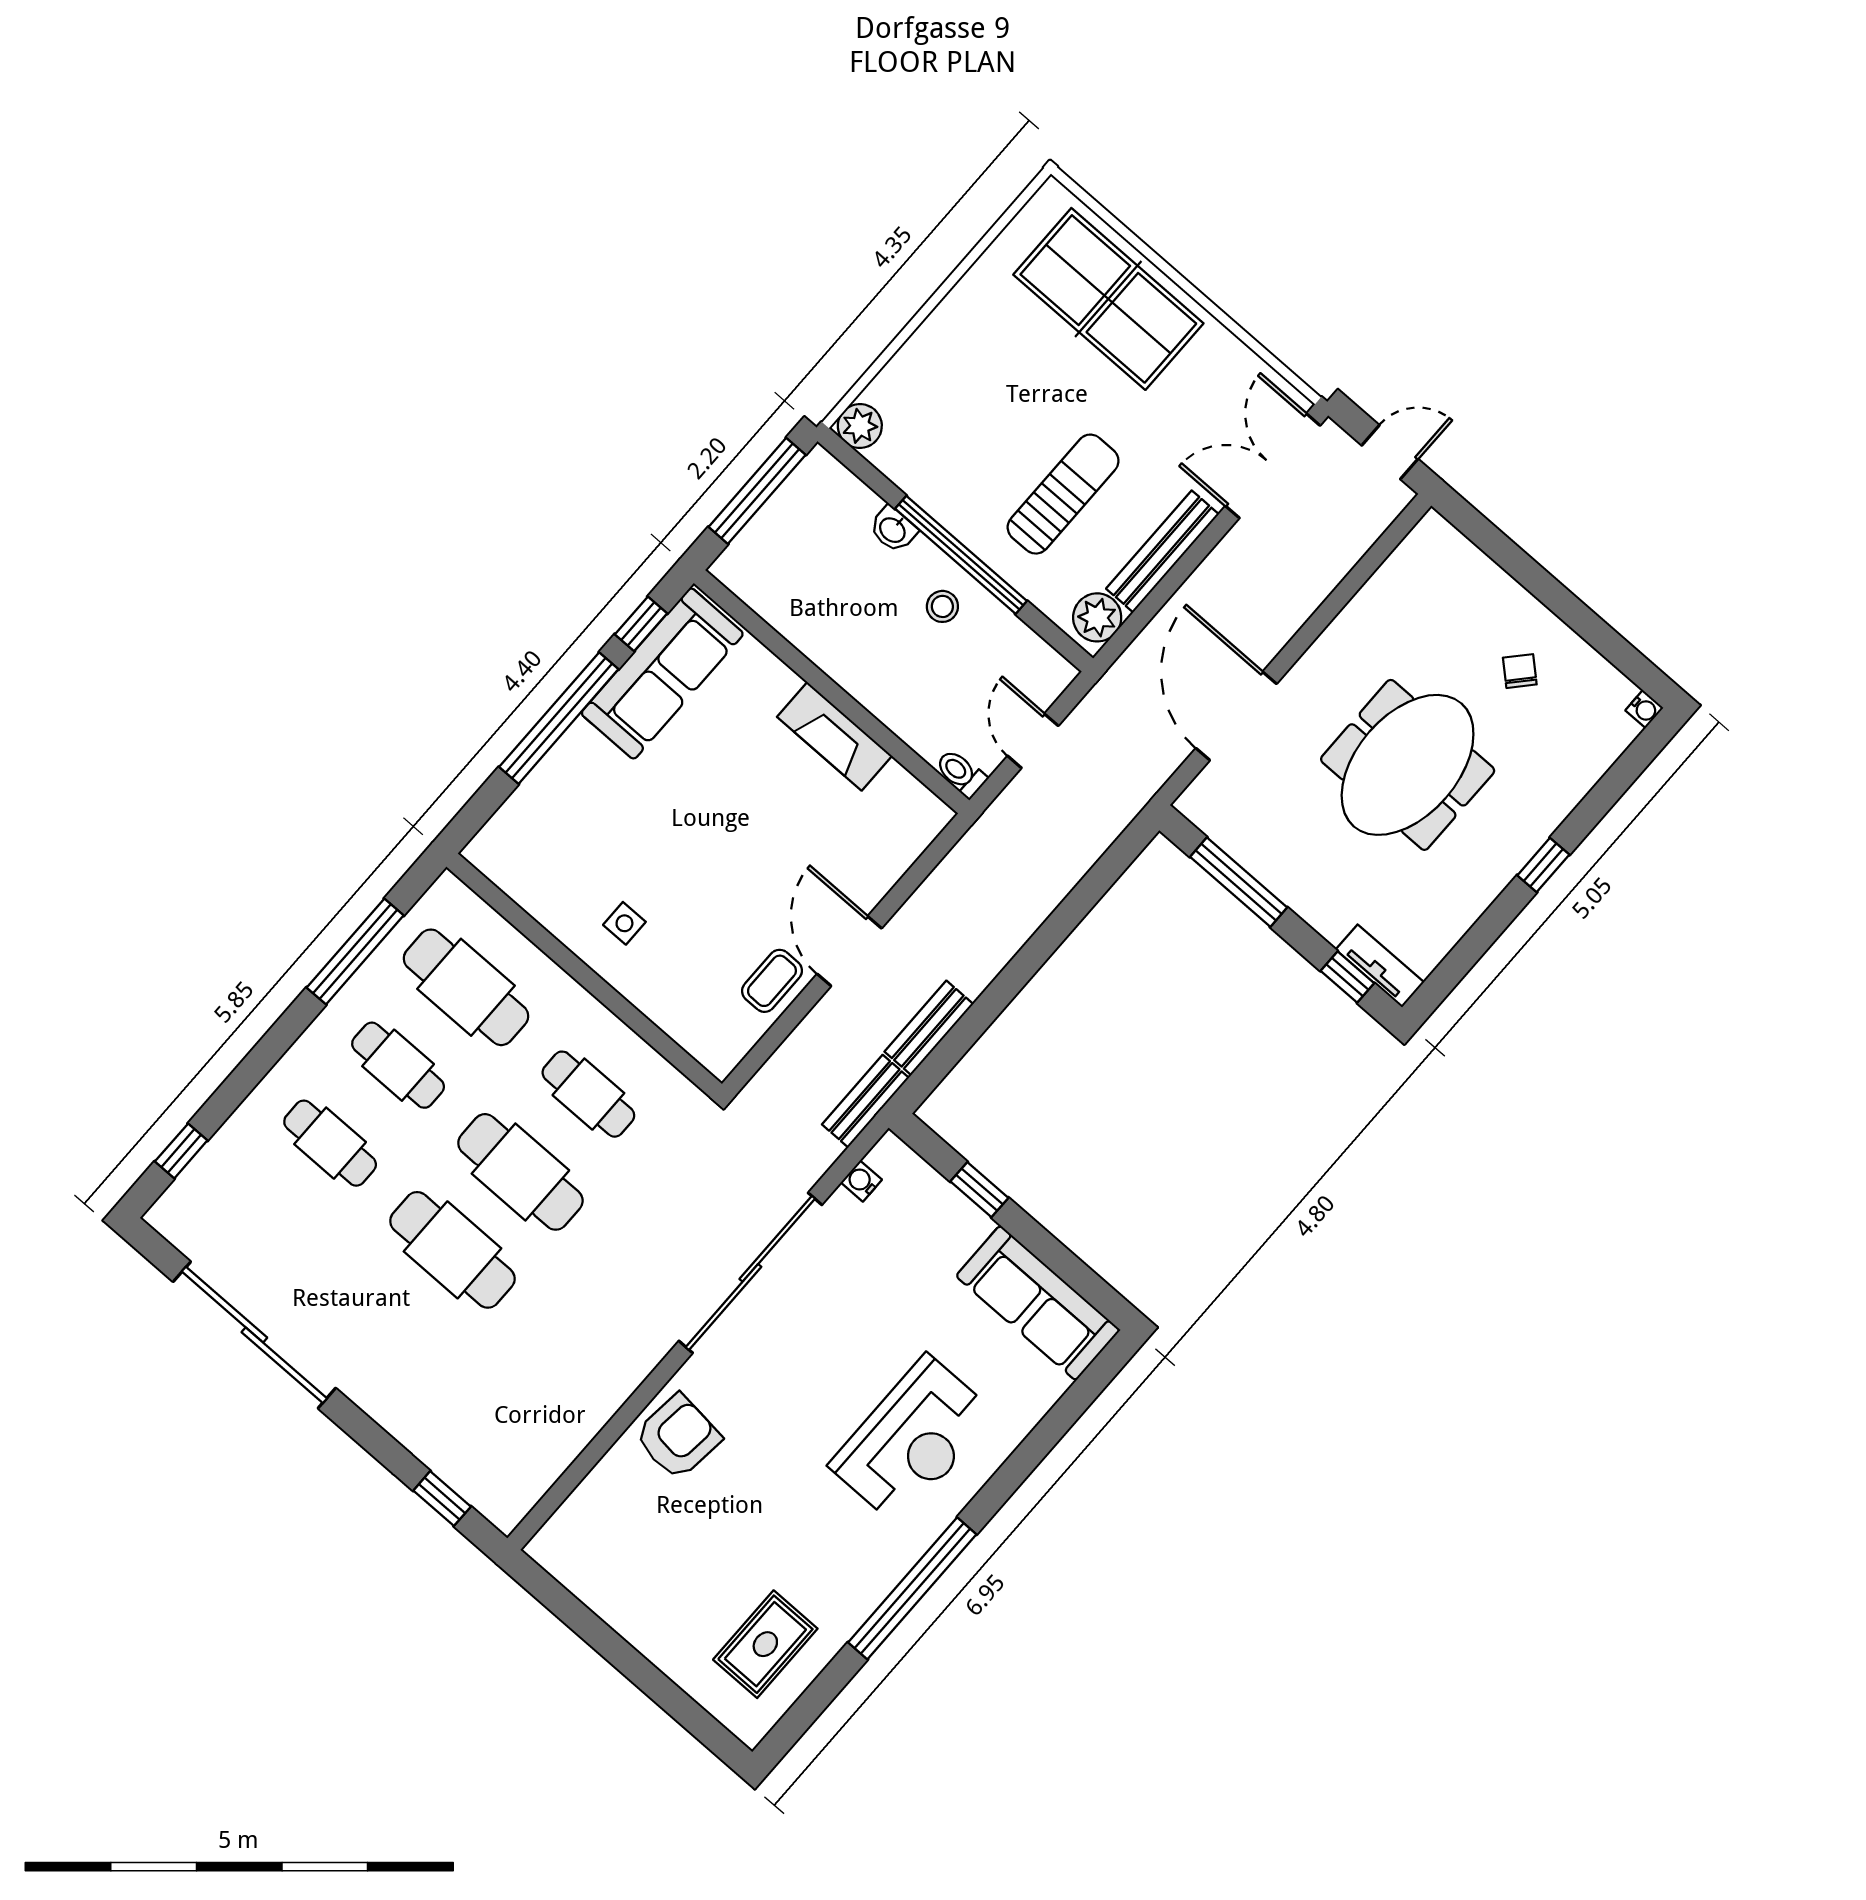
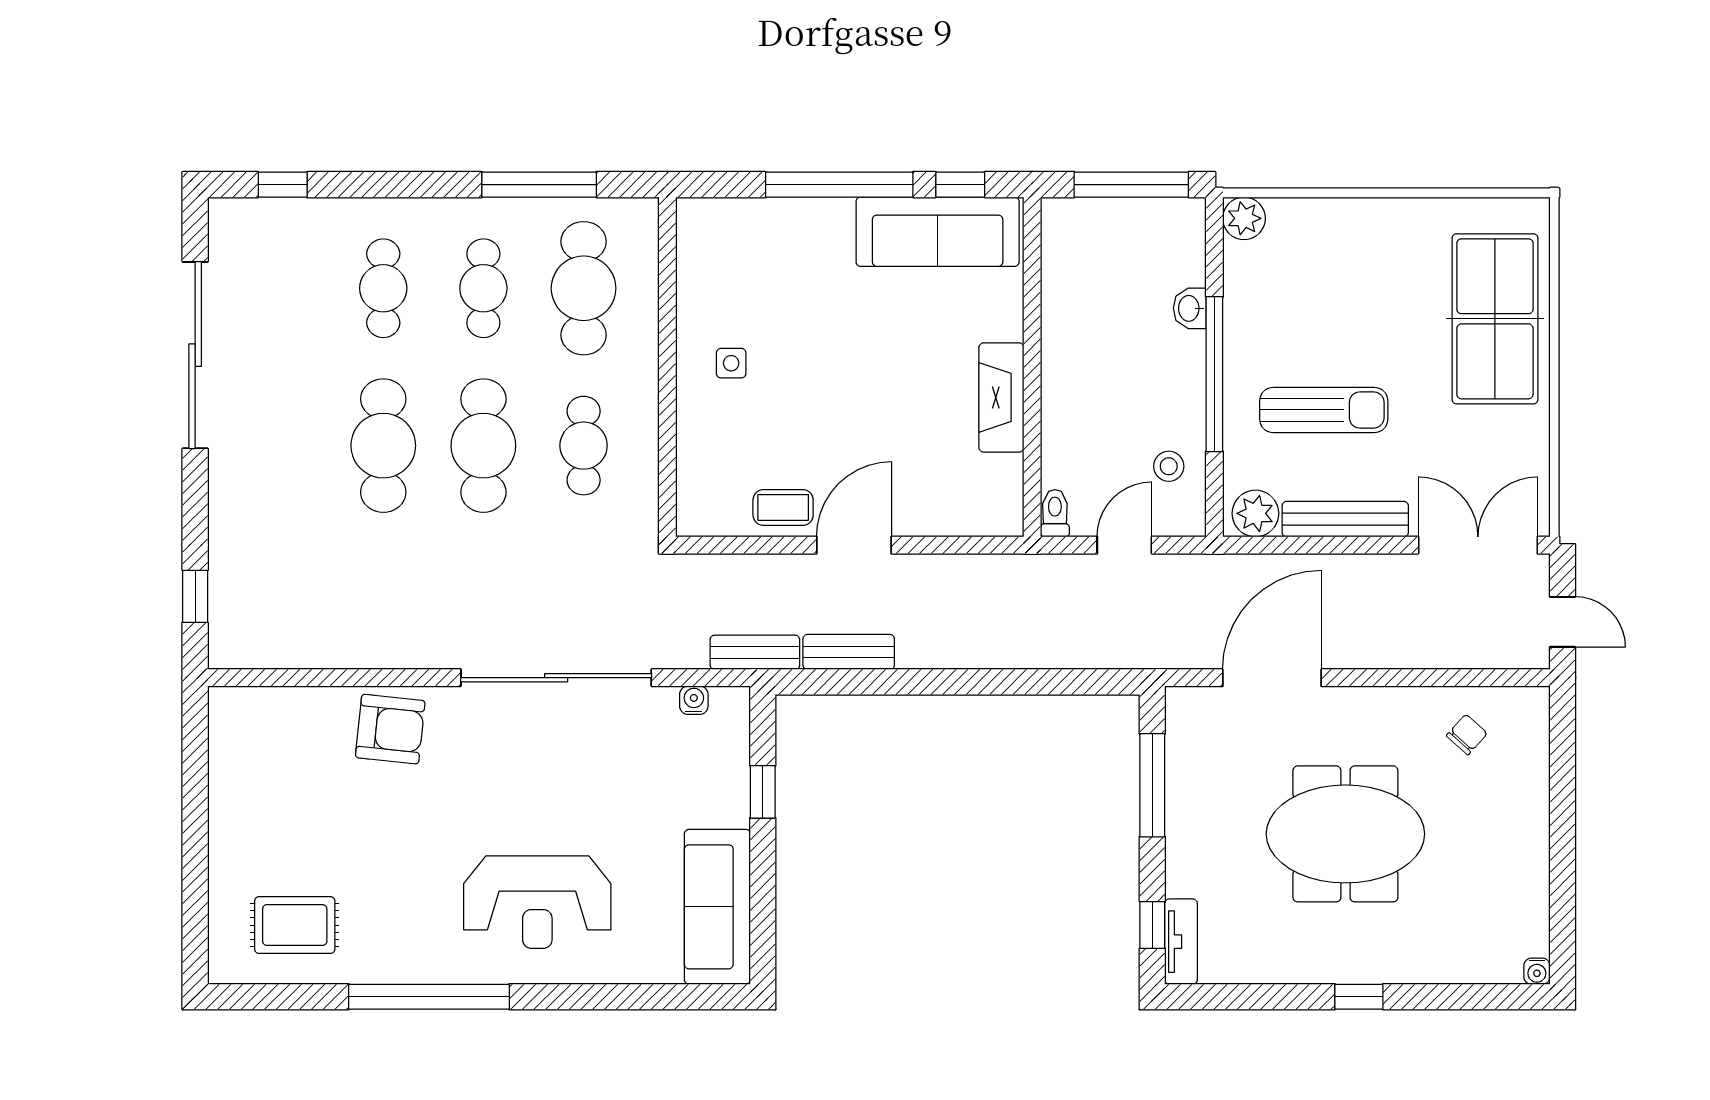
stool: (942, 606) -> (1169, 466), moved
chair: (1520, 671) -> (1467, 735), moved

